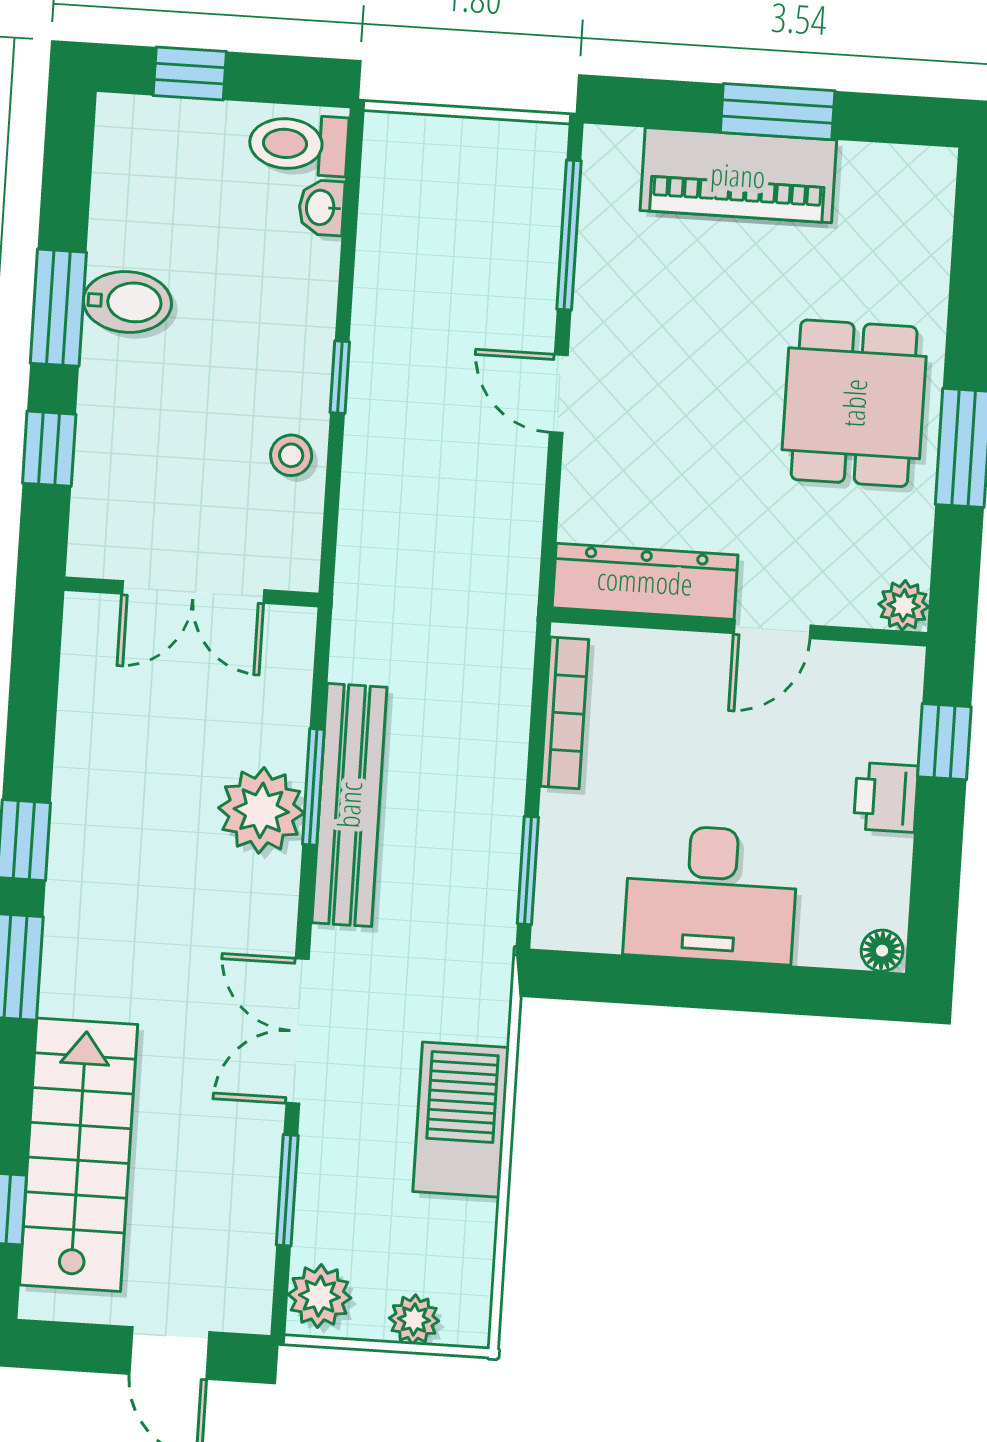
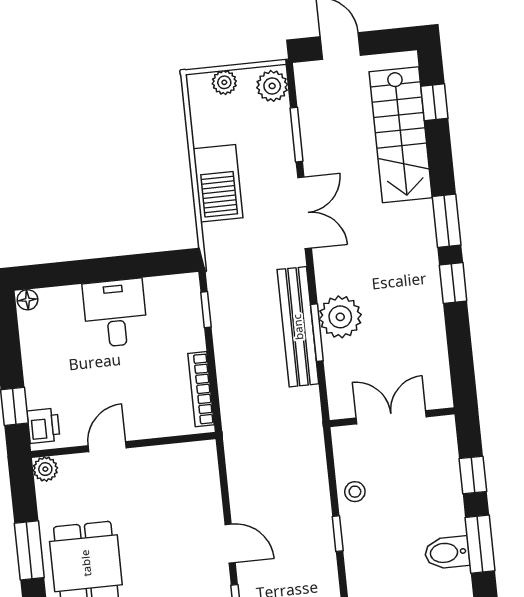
dresser: (645, 581) -> (173, 460), removed
printer: (886, 797) -> (43, 426), moved
window: (528, 870) -> (206, 310), width x0.67
desk: (711, 894) -> (115, 313), width x0.73

